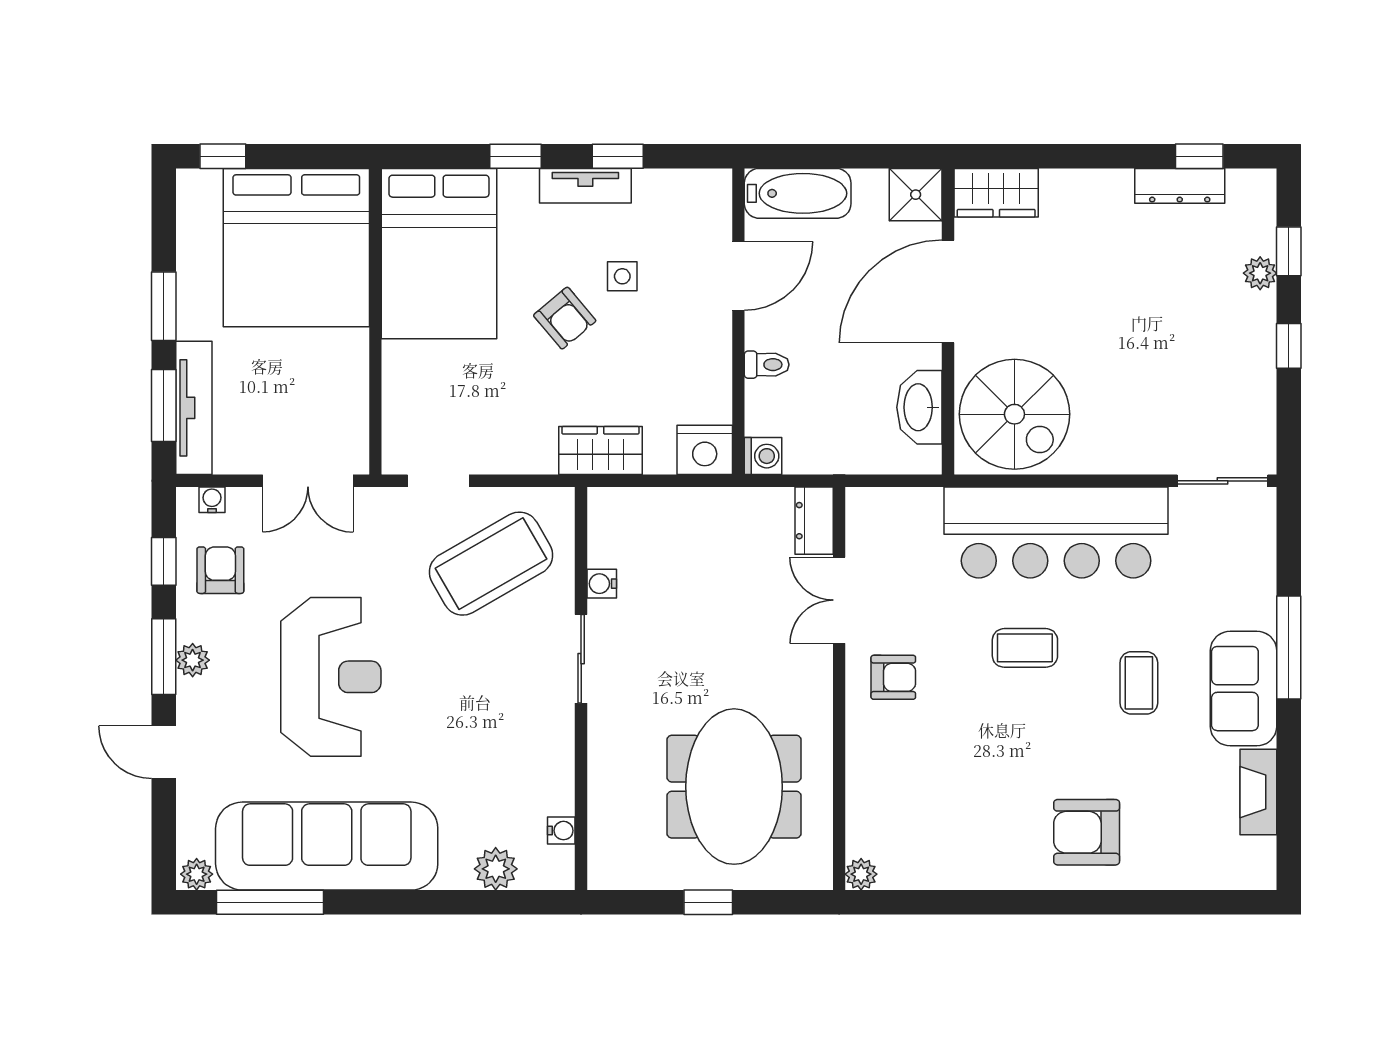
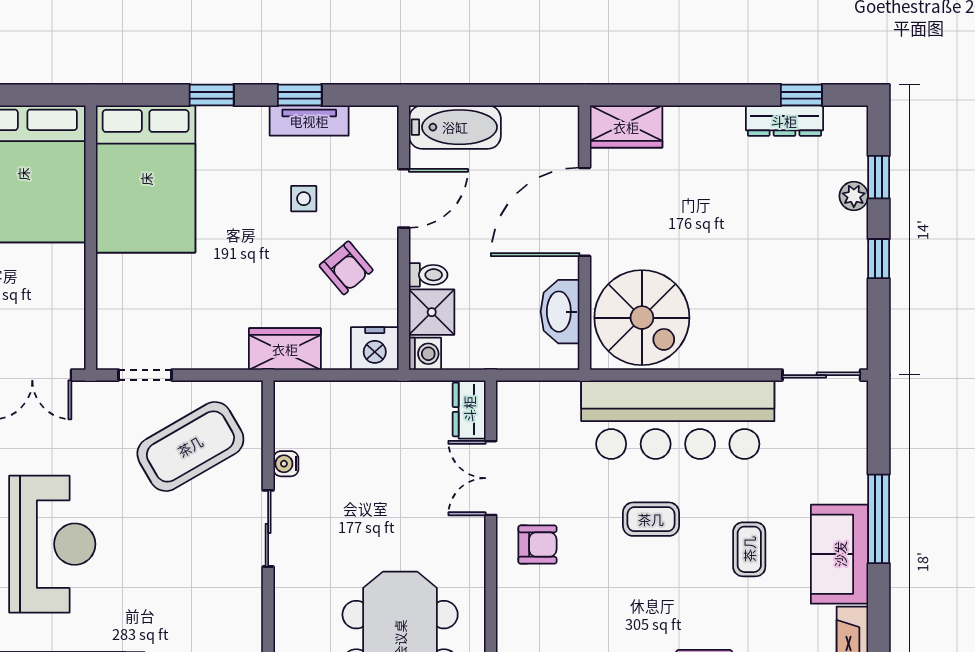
tv unit: (585, 186) -> (309, 121), moved
shower: (916, 195) -> (432, 312), moved
armchair: (565, 318) -> (346, 268), moved

